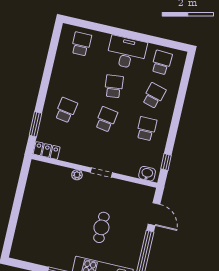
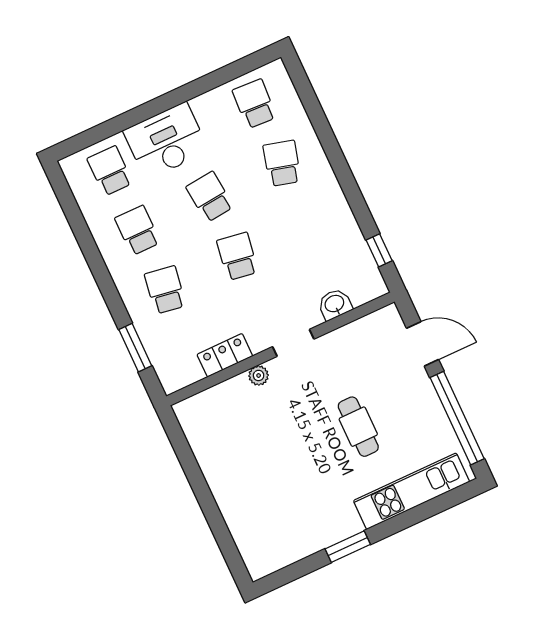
desk: (127, 53) -> (166, 141), moved
school desk: (146, 129) -> (138, 230), moved
locker: (47, 151) -> (225, 355), moved
washbasin: (147, 174) -> (335, 304), moved

